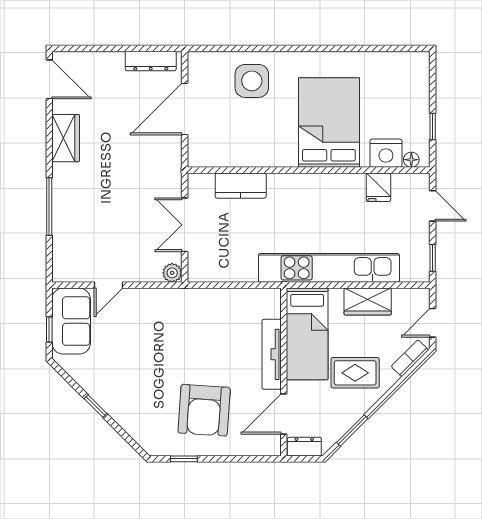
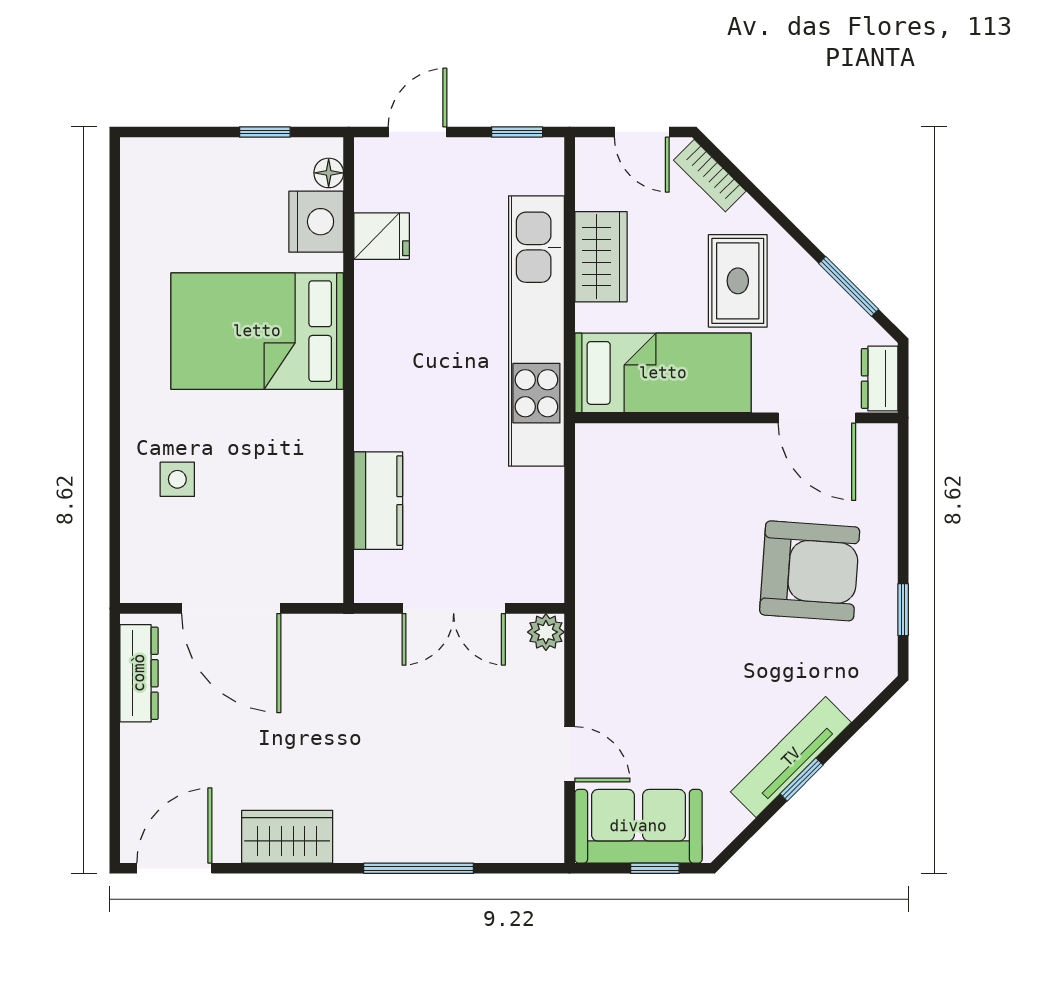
side table: (252, 81) -> (177, 479), width x0.54, depth x0.54
tv unit: (272, 354) -> (791, 757), moved, turned 135

